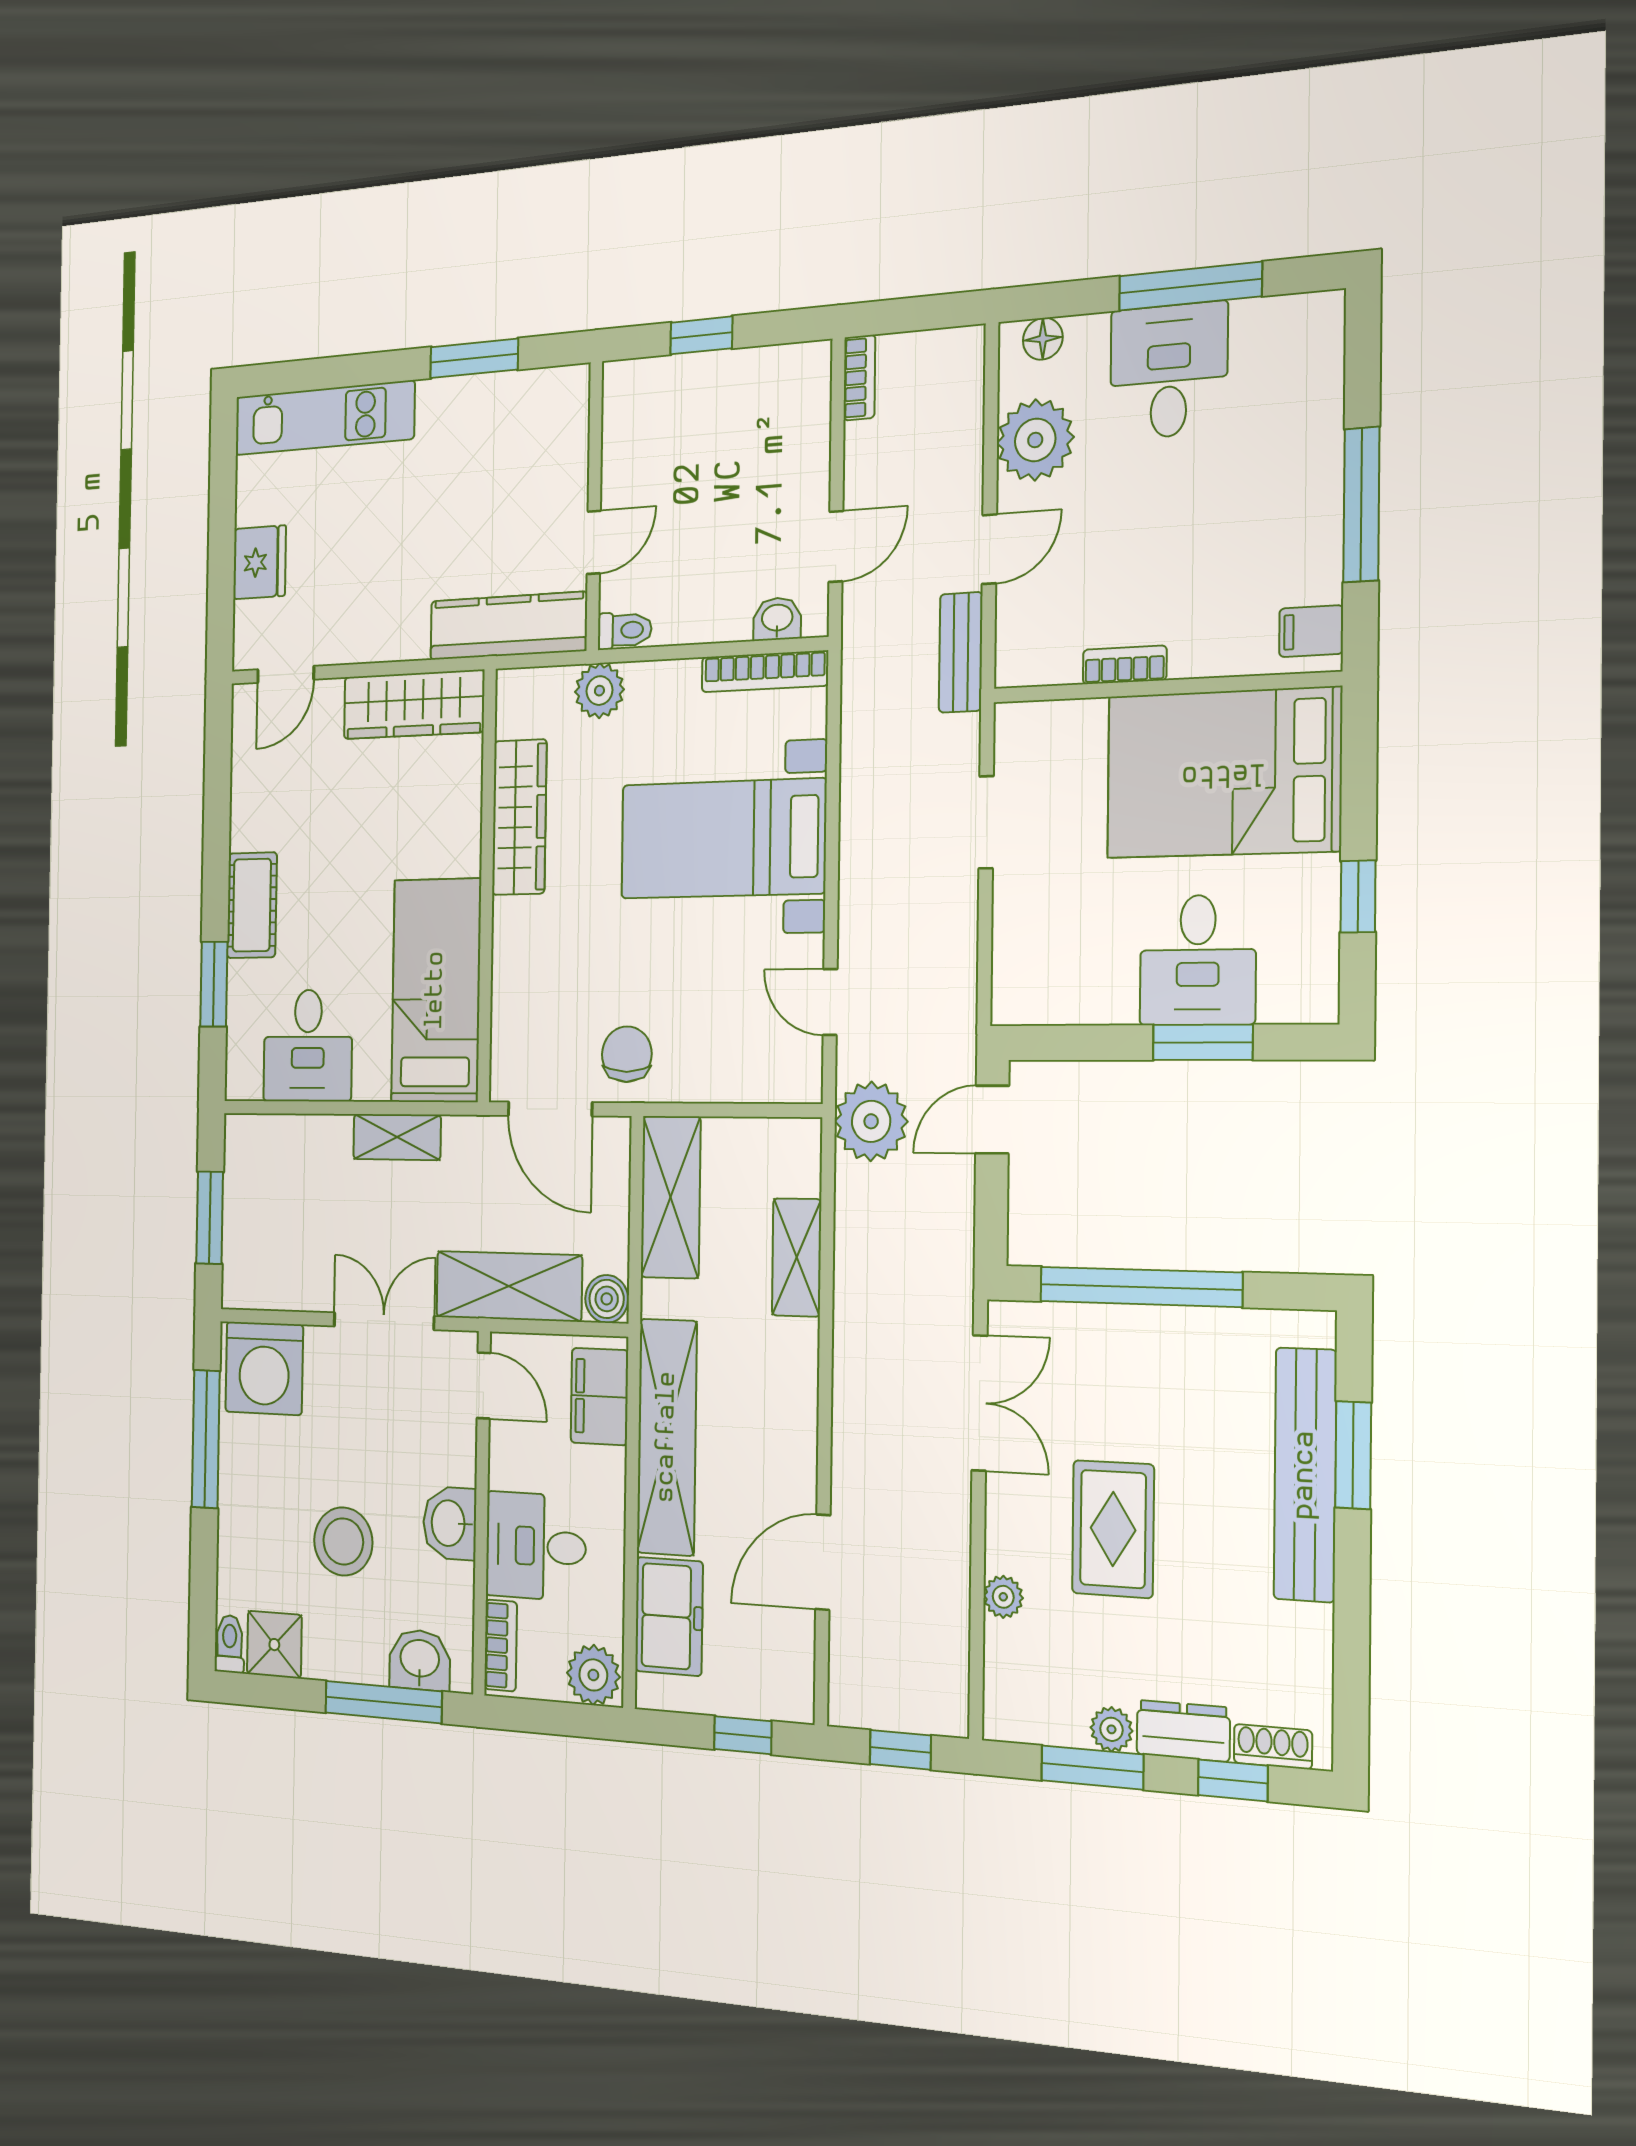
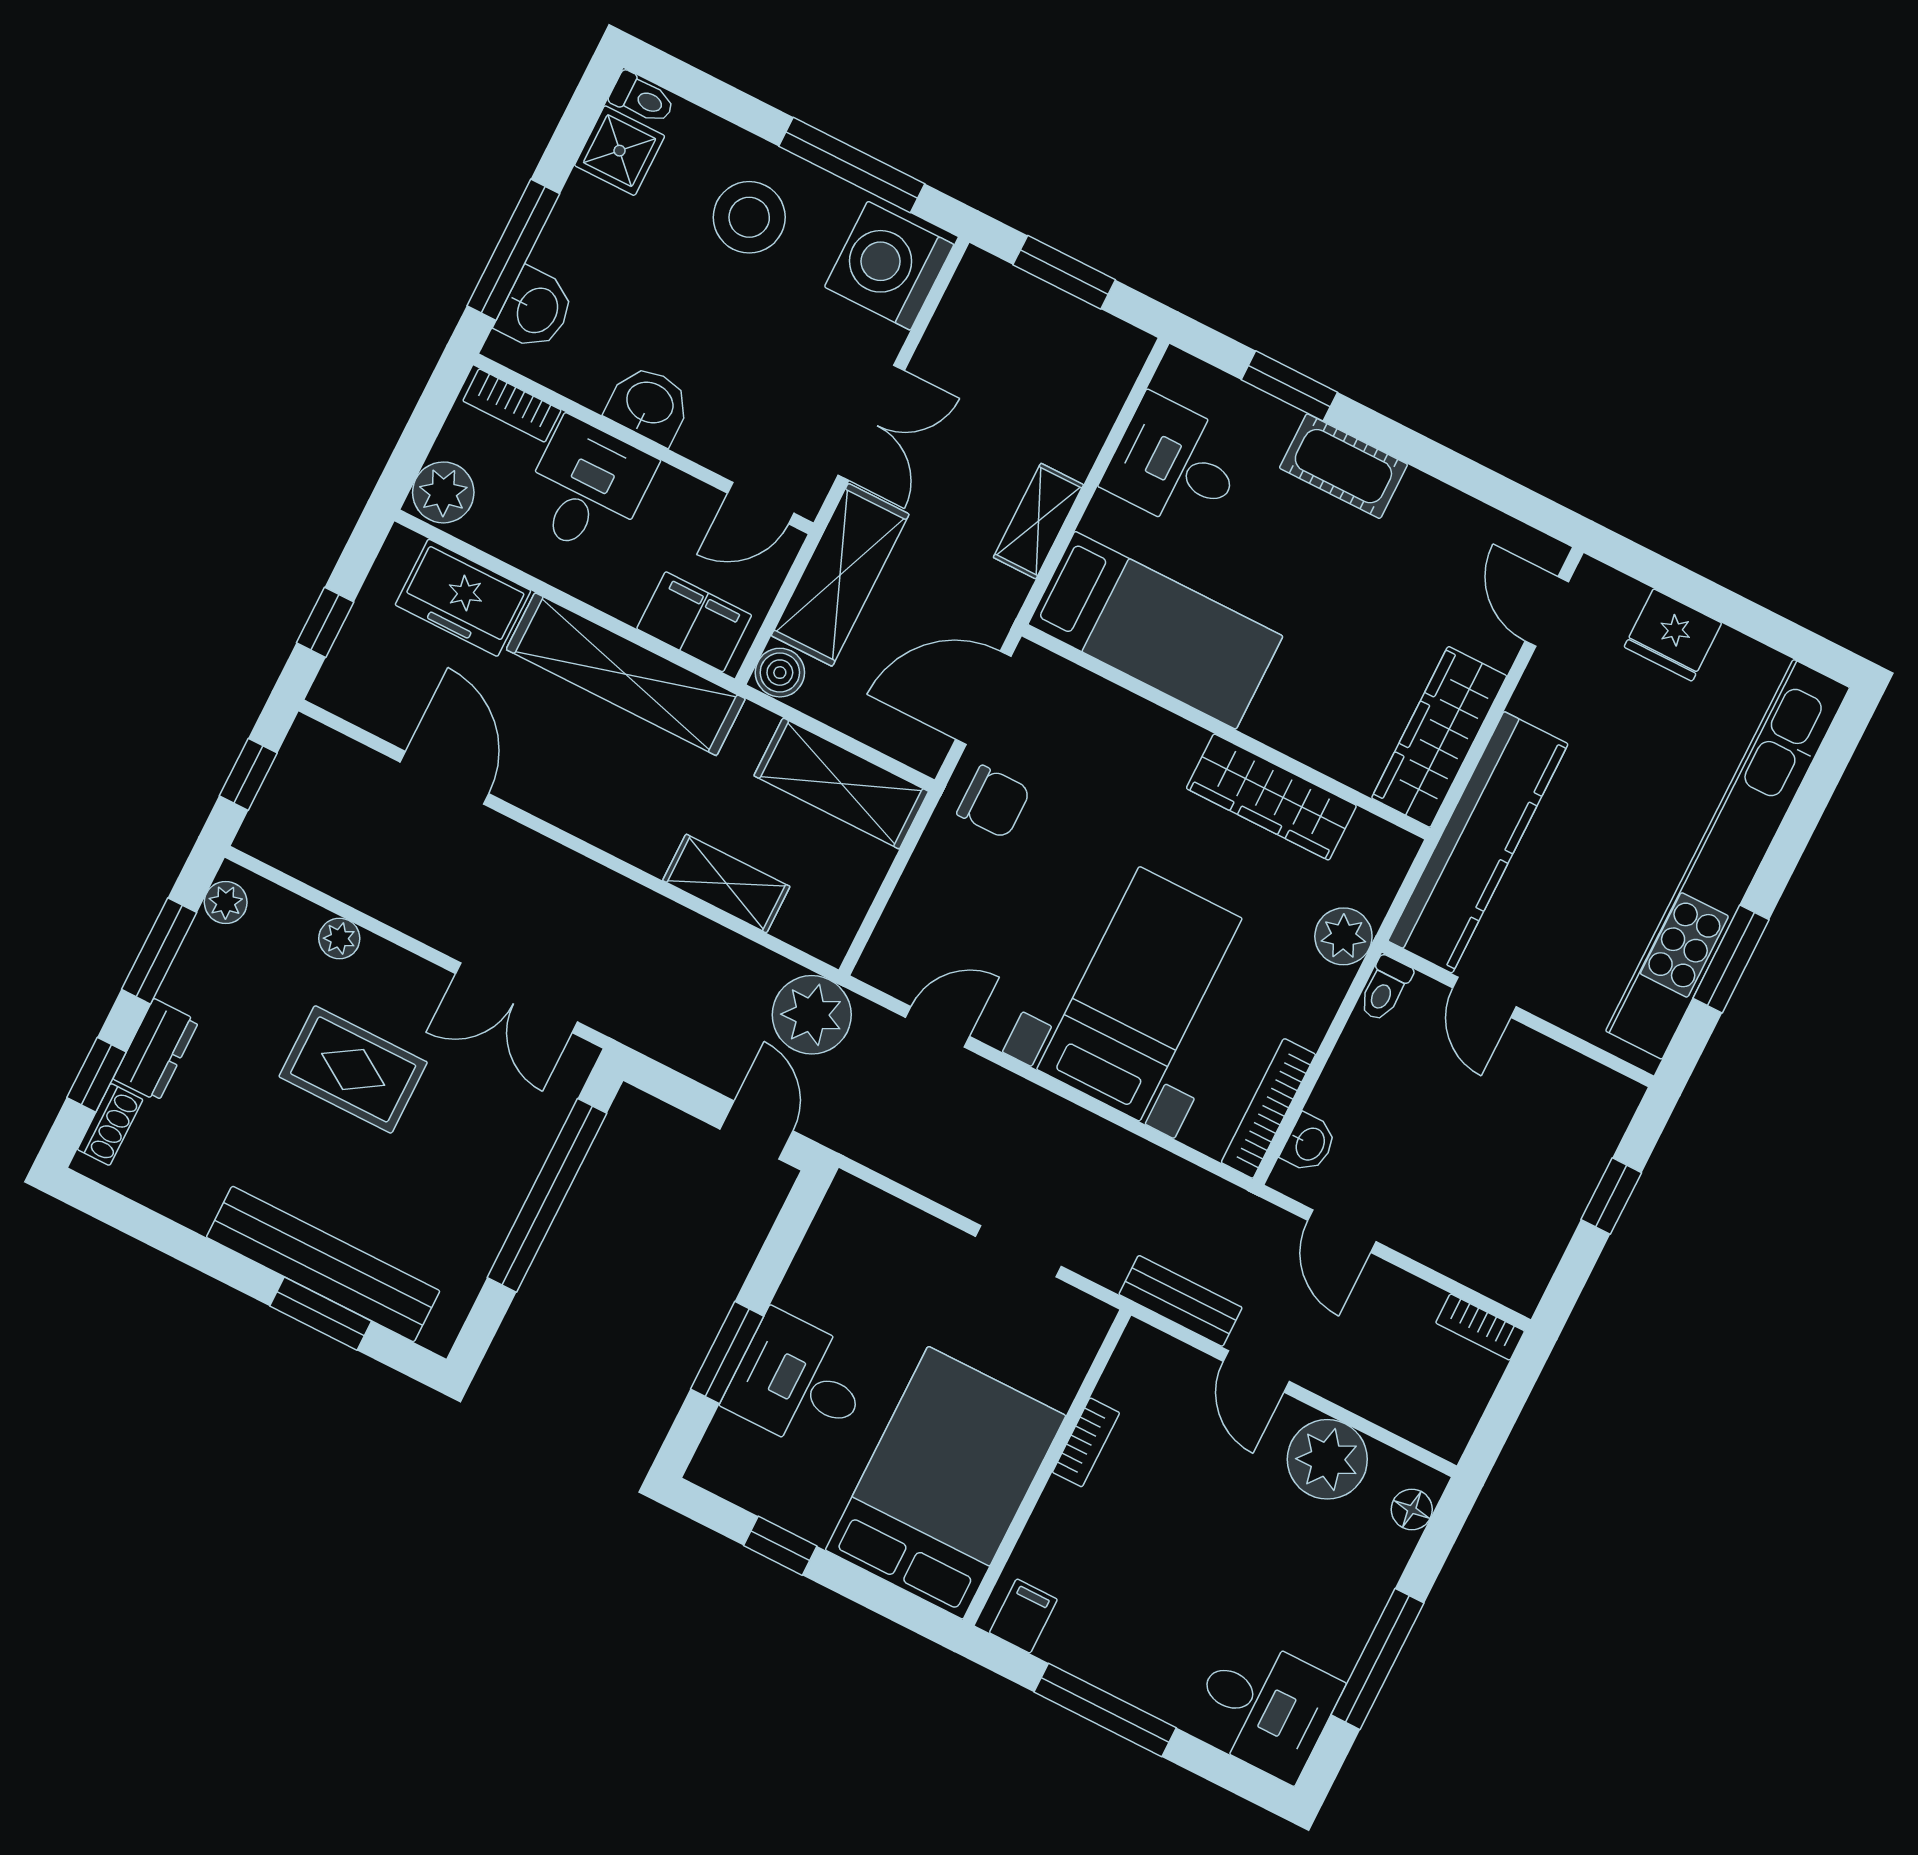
desk: (1169, 371) -> (1265, 1707), moved
kitchen unit: (324, 418) -> (1728, 859), width x1.86
kitchen counter: (508, 626) -> (1478, 842), width x1.39, depth x1.17
stool: (343, 1541) -> (749, 217), moved
plant: (1111, 1729) -> (226, 902), moved

